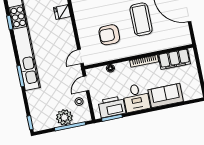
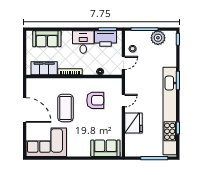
fridge: (62, 12) -> (134, 123), width x1.88, depth x1.34
door: (81, 57) -> (123, 101), moved
sofa: (166, 96) -> (47, 39), moved
plant: (64, 117) -> (158, 38), moved

